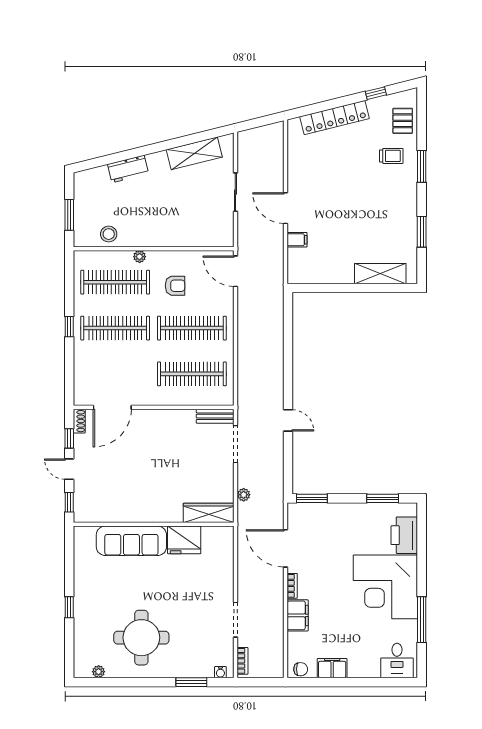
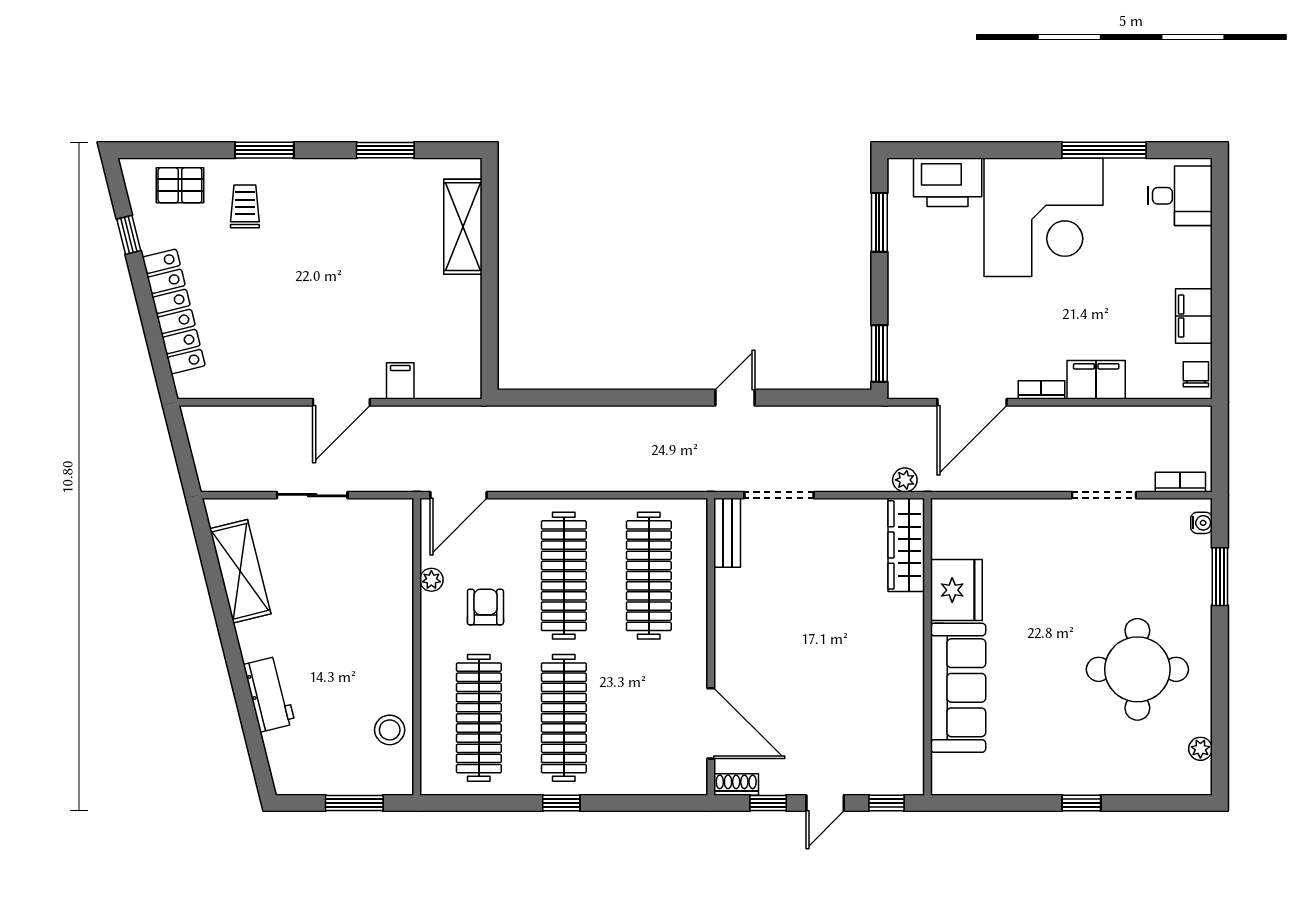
plant: (140, 257) -> (431, 580), moved
plant: (244, 495) -> (905, 480), moved

